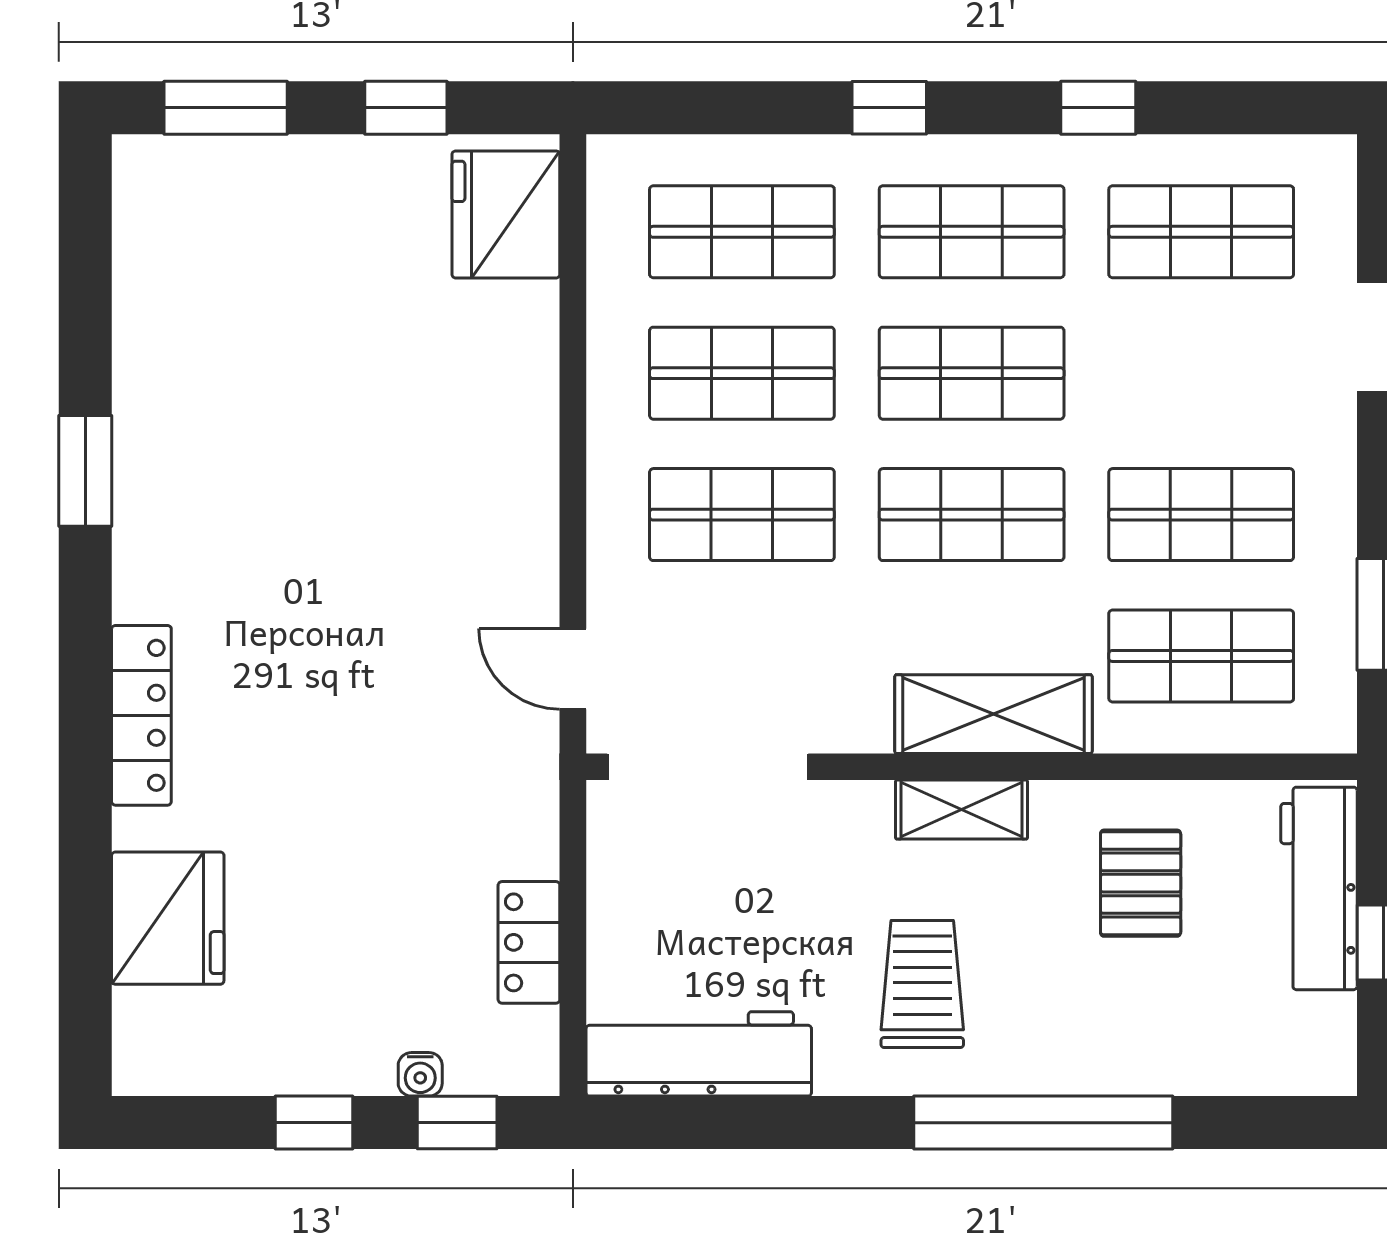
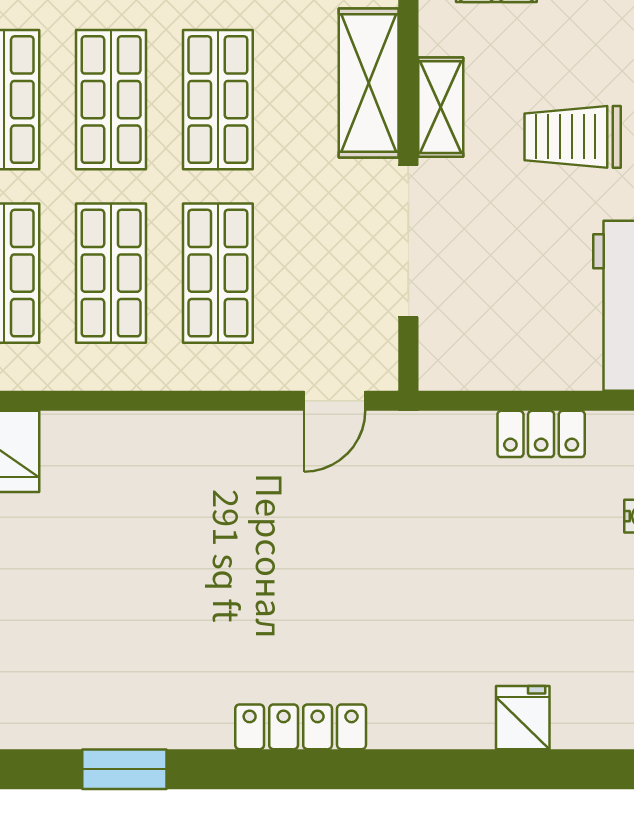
window: (85, 471) -> (124, 769), moved
locker: (141, 715) -> (301, 727), moved
doorway: (708, 767) -> (408, 241), moved
fridge: (168, 918) -> (523, 718), width x0.53, depth x0.75

